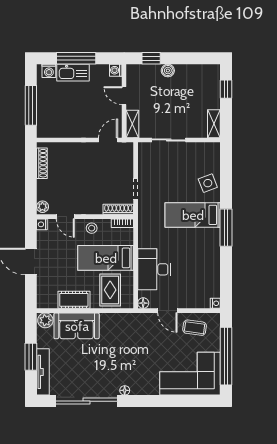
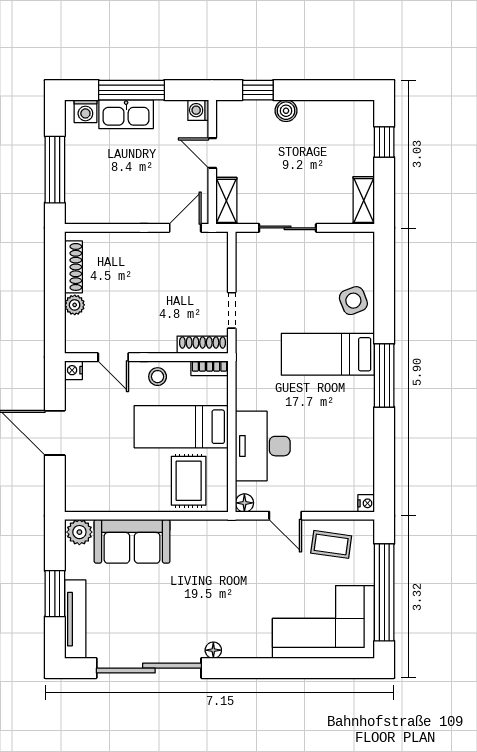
plant: (42, 207) -> (75, 305), moved
cot: (74, 300) -> (128, 497), removed

